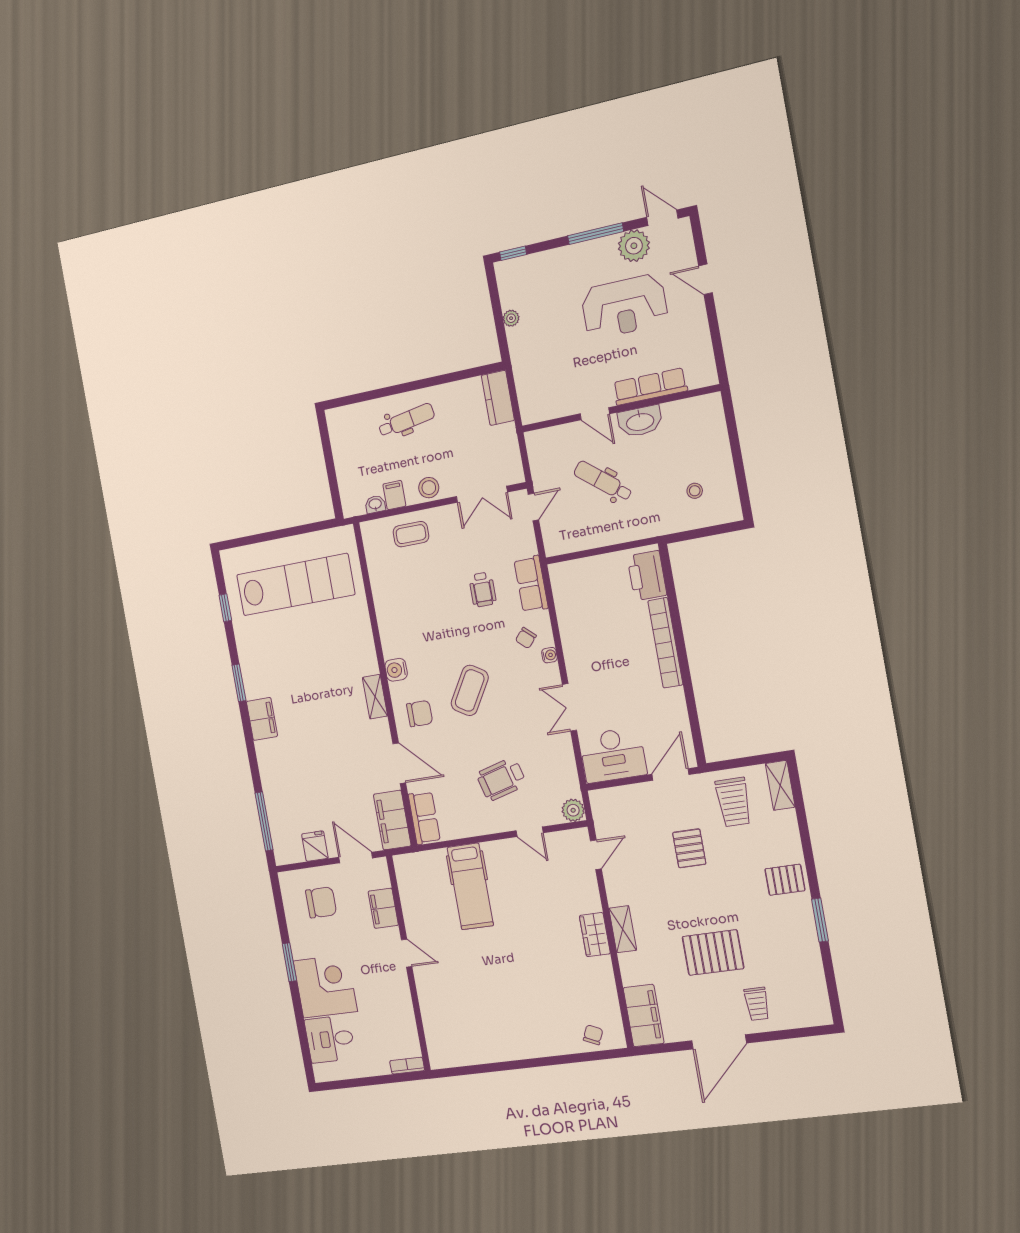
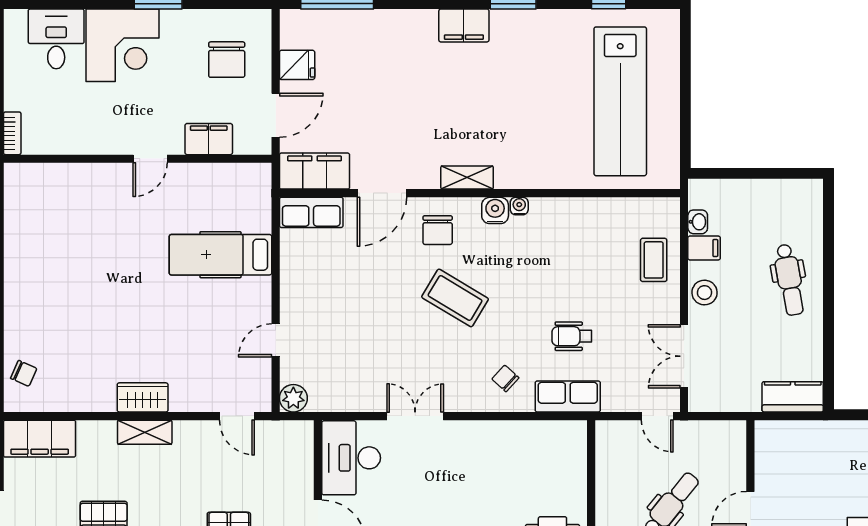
water cooler: (549, 655) -> (519, 206), moved, turned 180
wheelchair: (501, 779) -> (343, 317), removed

